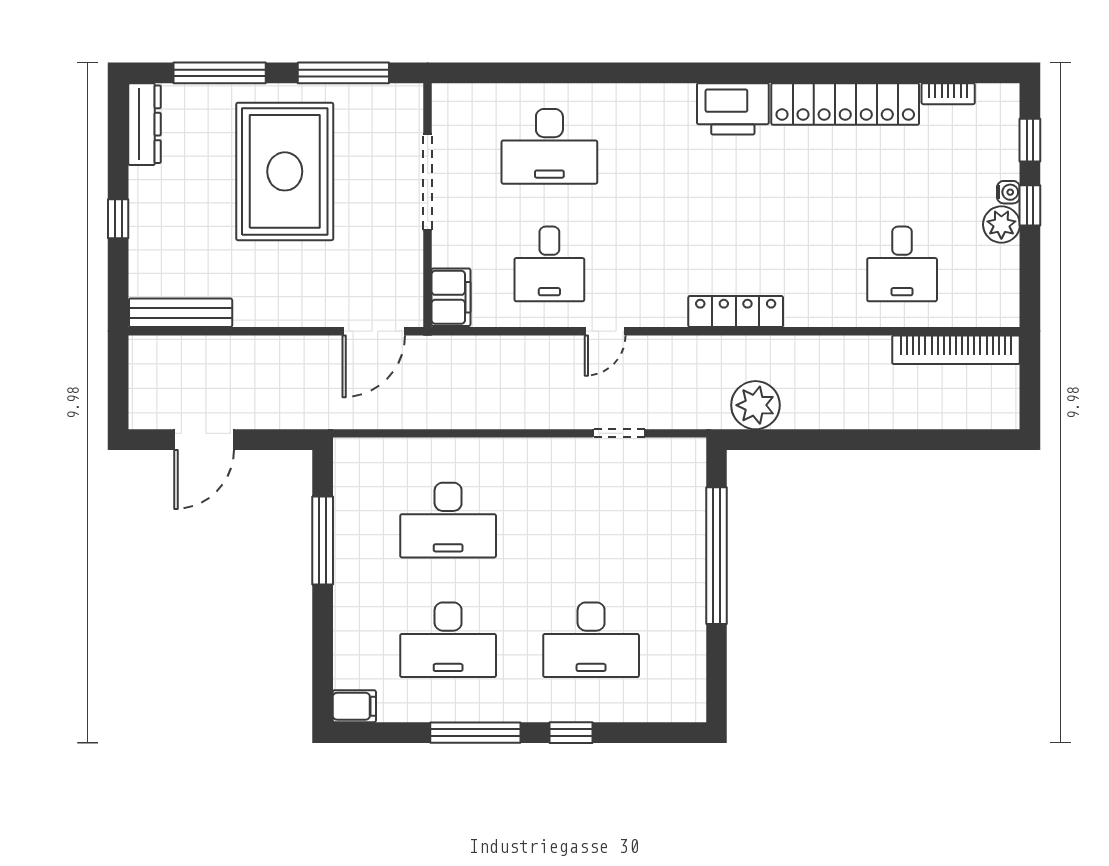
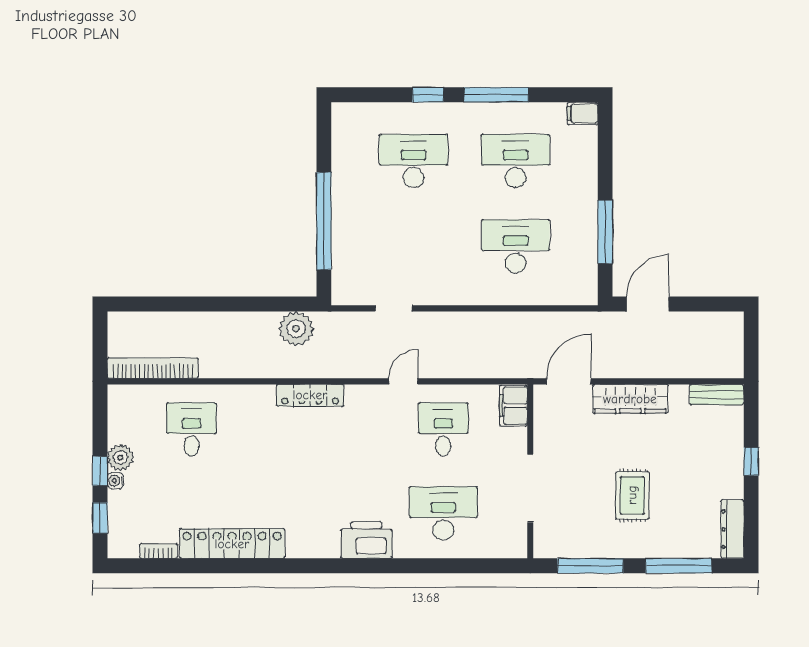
printer: (733, 109) -> (366, 540), moved
rug: (285, 171) -> (632, 495), width x0.54, depth x0.49
wardrobe: (288, 307) -> (630, 399), added
bench: (181, 313) -> (716, 395), width x0.73
door: (204, 440) -> (648, 304), moved

